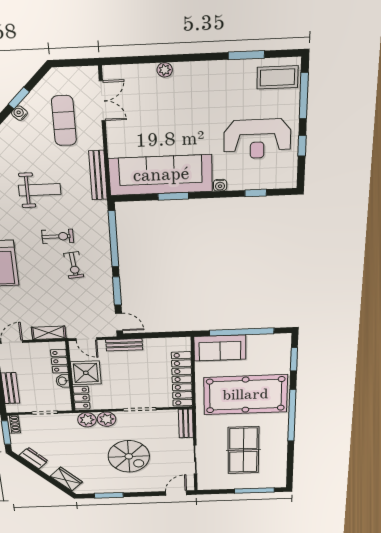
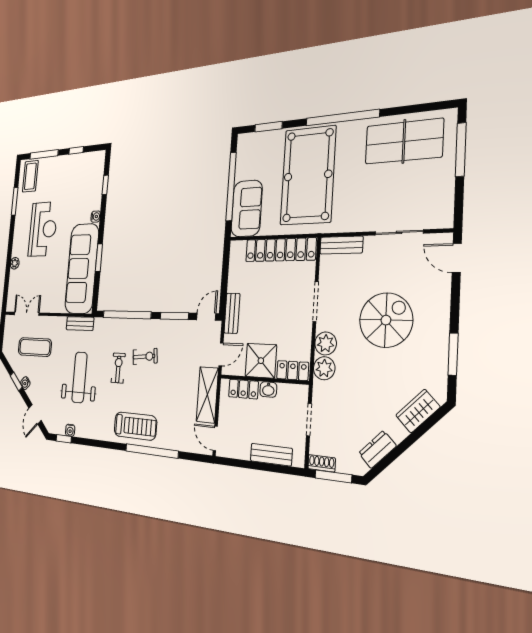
reception desk: (257, 139) -> (43, 229), moved
bench: (98, 175) -> (80, 324), width x0.73
weight bench: (40, 190) -> (79, 377), width x1.36, depth x1.33
shelving: (49, 333) -> (207, 395), width x1.50, depth x1.33
table tennis table: (243, 450) -> (404, 141), moved

